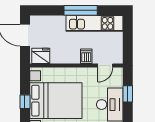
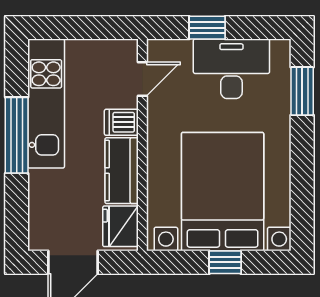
kitchen counter: (65, 56) -> (122, 171), added
door: (105, 66) -> (142, 79), hinge flipped

